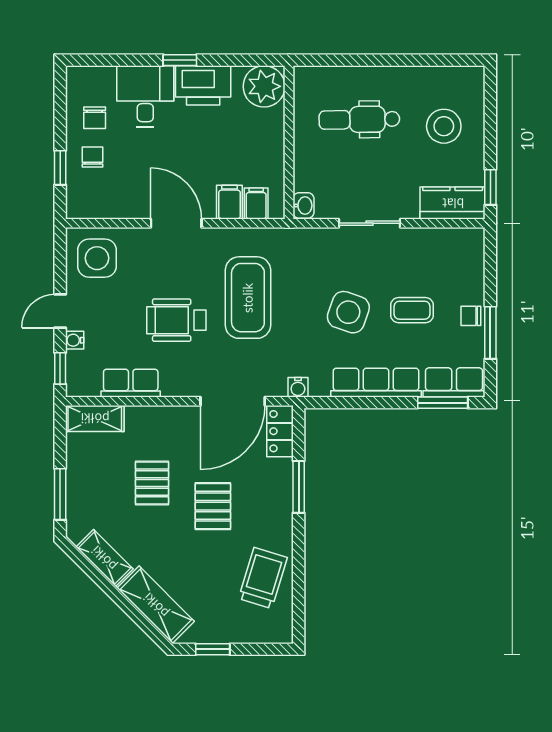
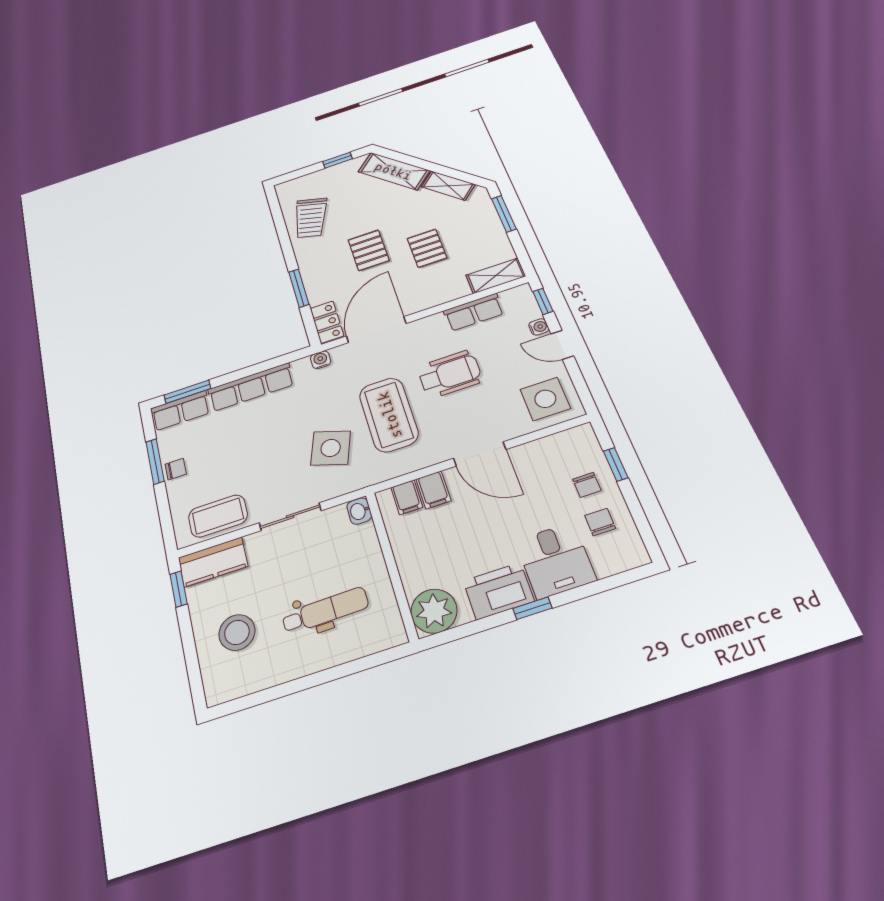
coffee table: (412, 310) -> (218, 516), moved, width x1.36, depth x1.30
door: (60, 311) -> (562, 345), swing flipped
side table: (348, 312) -> (331, 448), moved

